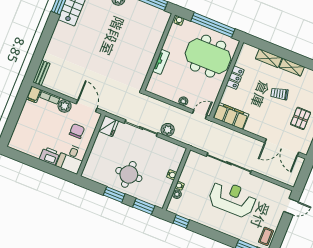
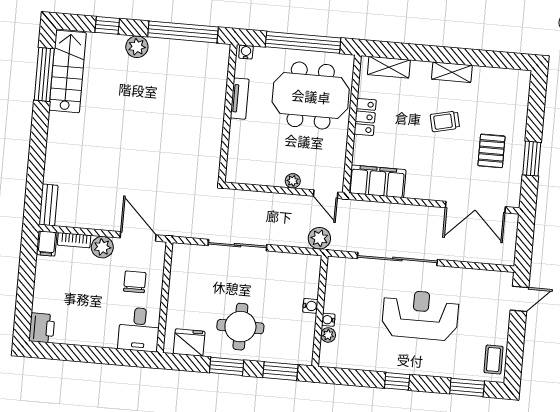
shelving: (269, 58) -> (389, 67), moved
tv unit: (161, 62) -> (240, 99), moved
door: (200, 114) -> (326, 194), swing flipped
fridge: (109, 126) -> (189, 343), moved, turned -90
plant: (168, 130) -> (319, 238), moved
printer: (49, 156) -> (42, 328), moved, turned 90
window: (181, 222) -> (397, 381), moved

